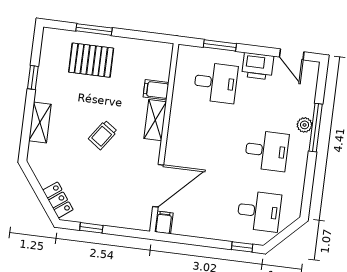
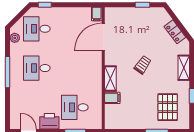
pallet: (91, 60) -> (168, 107), moved, turned 90
plant: (305, 125) -> (15, 38), moved
window: (316, 128) -> (7, 72), moved
locker: (58, 200) -> (175, 32), moved

